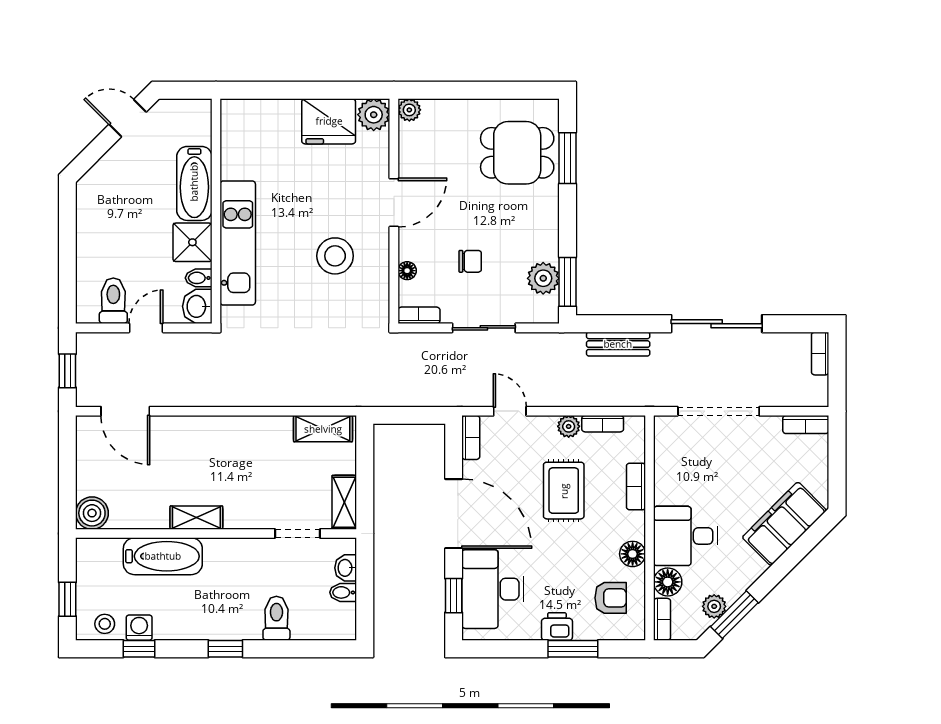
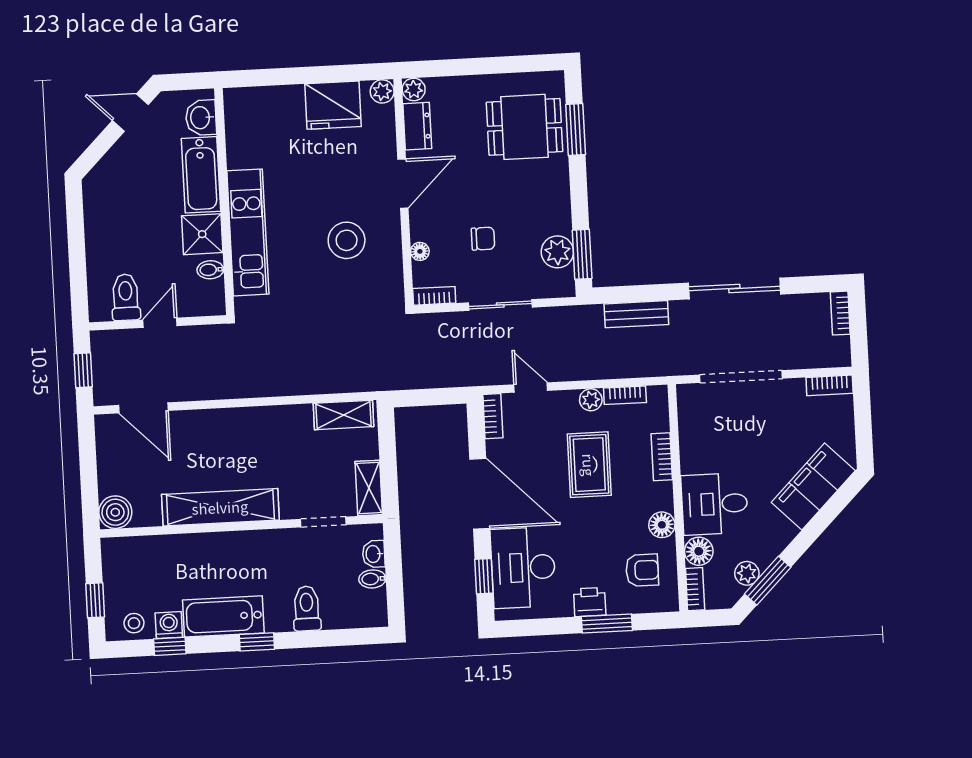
plant: (374, 115) -> (382, 91), width x0.73, depth x0.73
dresser: (411, 146) -> (417, 126), added
washbasin: (197, 306) -> (201, 118), moved
shelving: (196, 518) -> (220, 507), width x2.20, depth x1.33
bathtub: (163, 556) -> (223, 616), moved, turned 180

